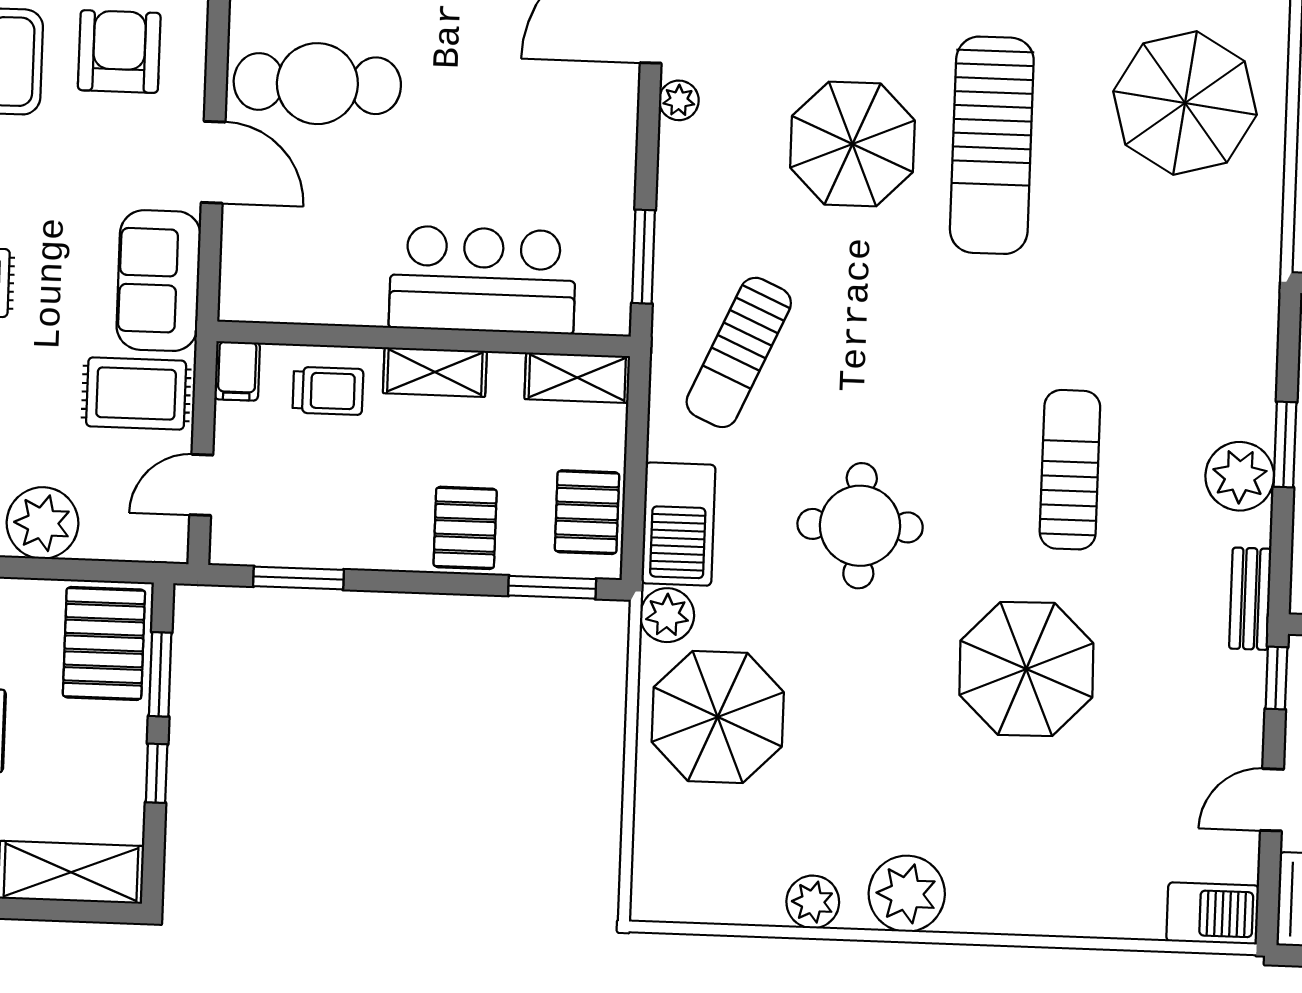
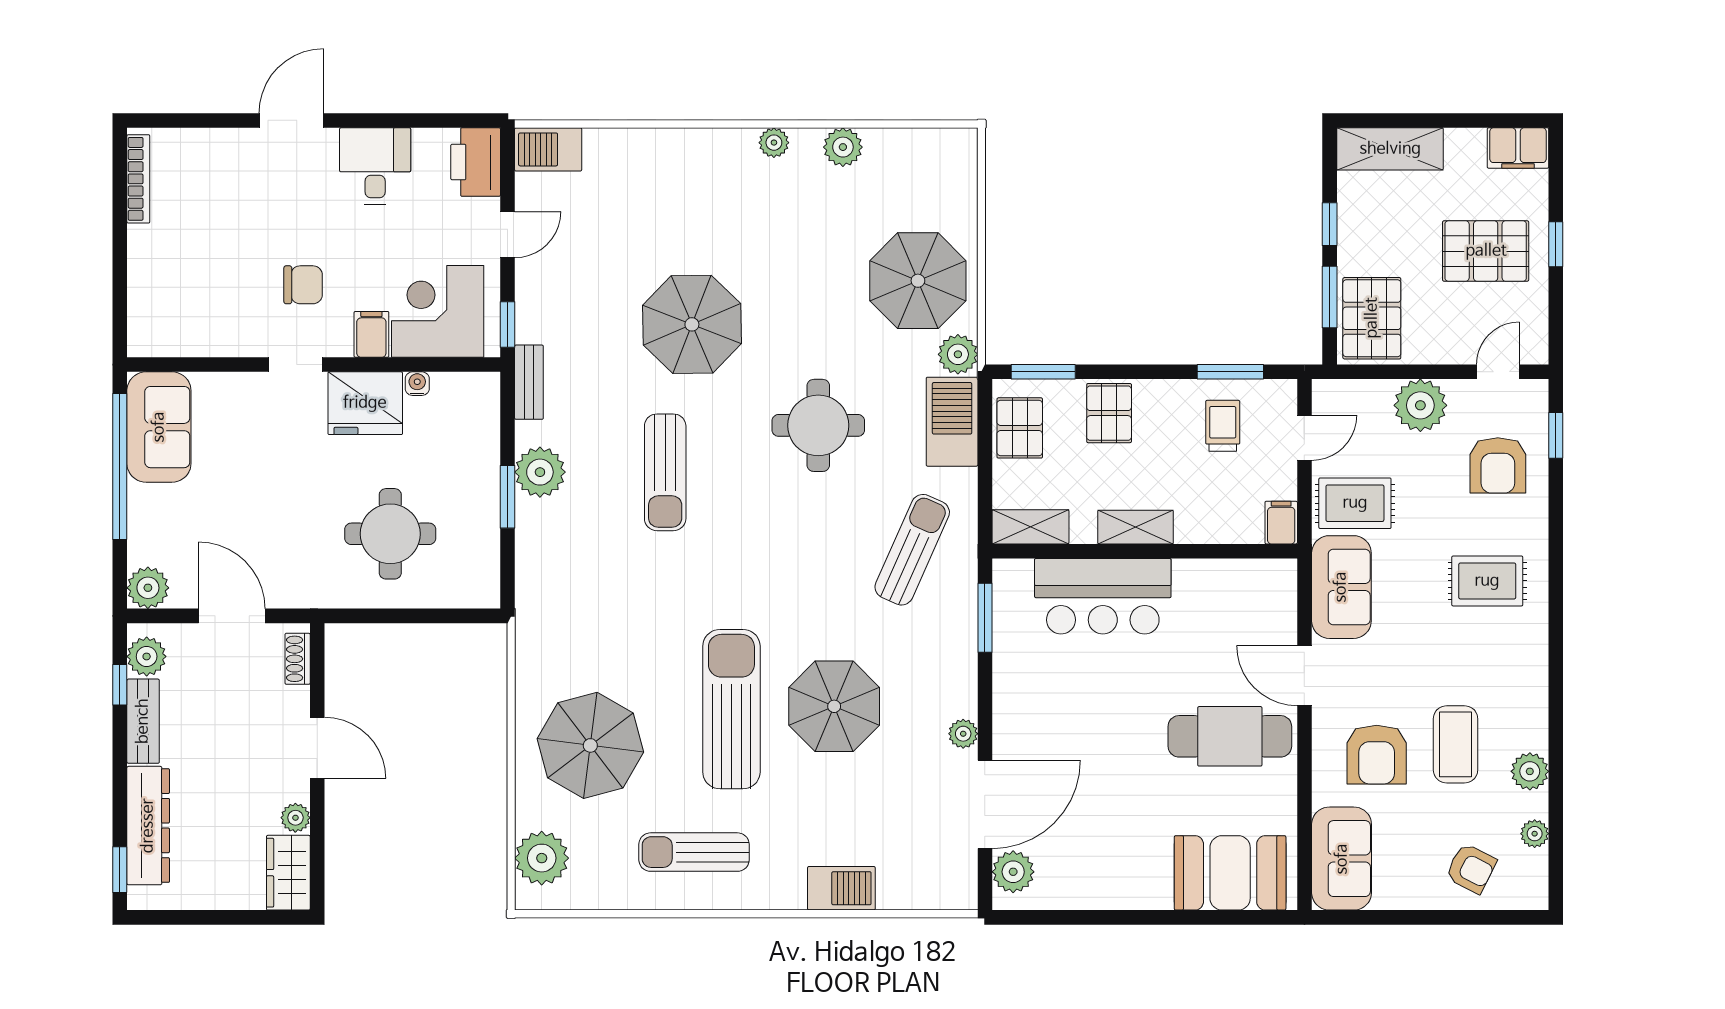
trolley: (328, 391) -> (1223, 426), moved, turned 90
plant: (907, 894) -> (774, 143), width x0.53, depth x0.53

